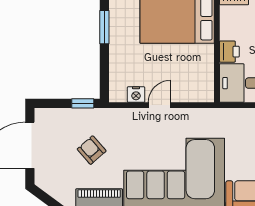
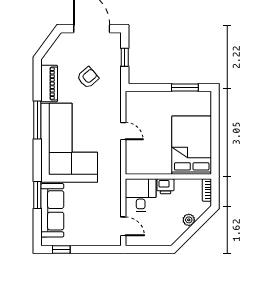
nightstand: (136, 95) -> (132, 113), removed
window: (83, 103) -> (125, 57), moved

